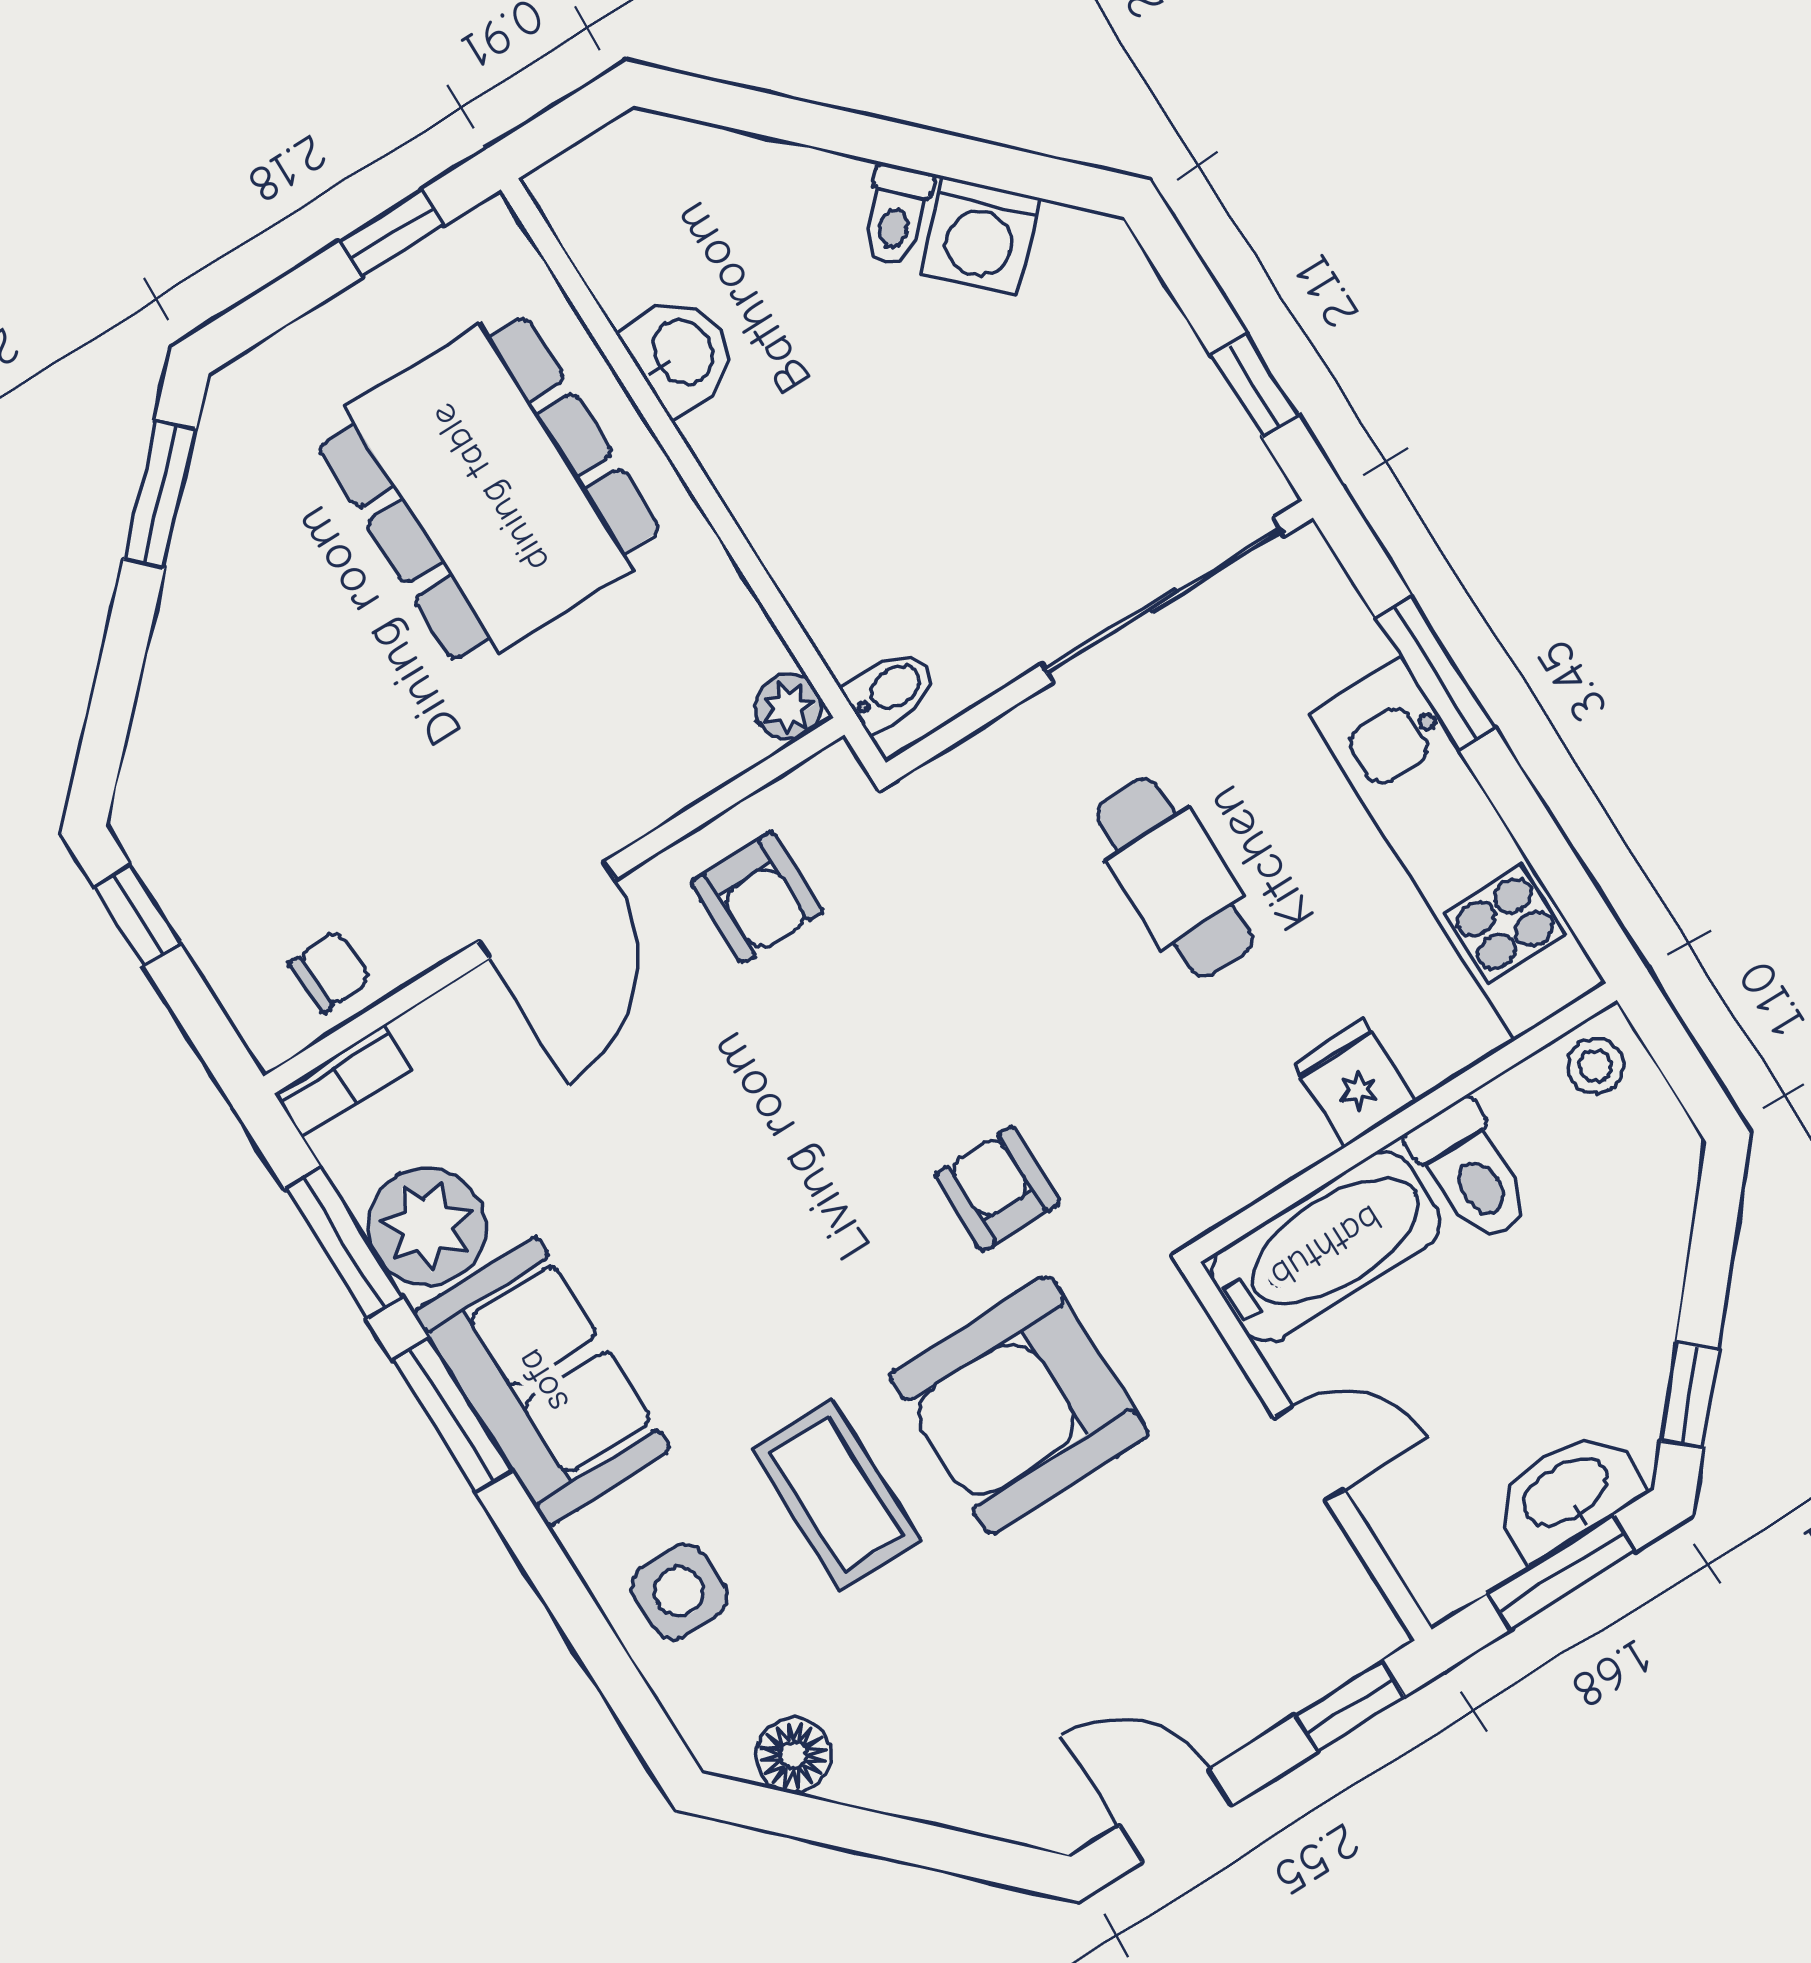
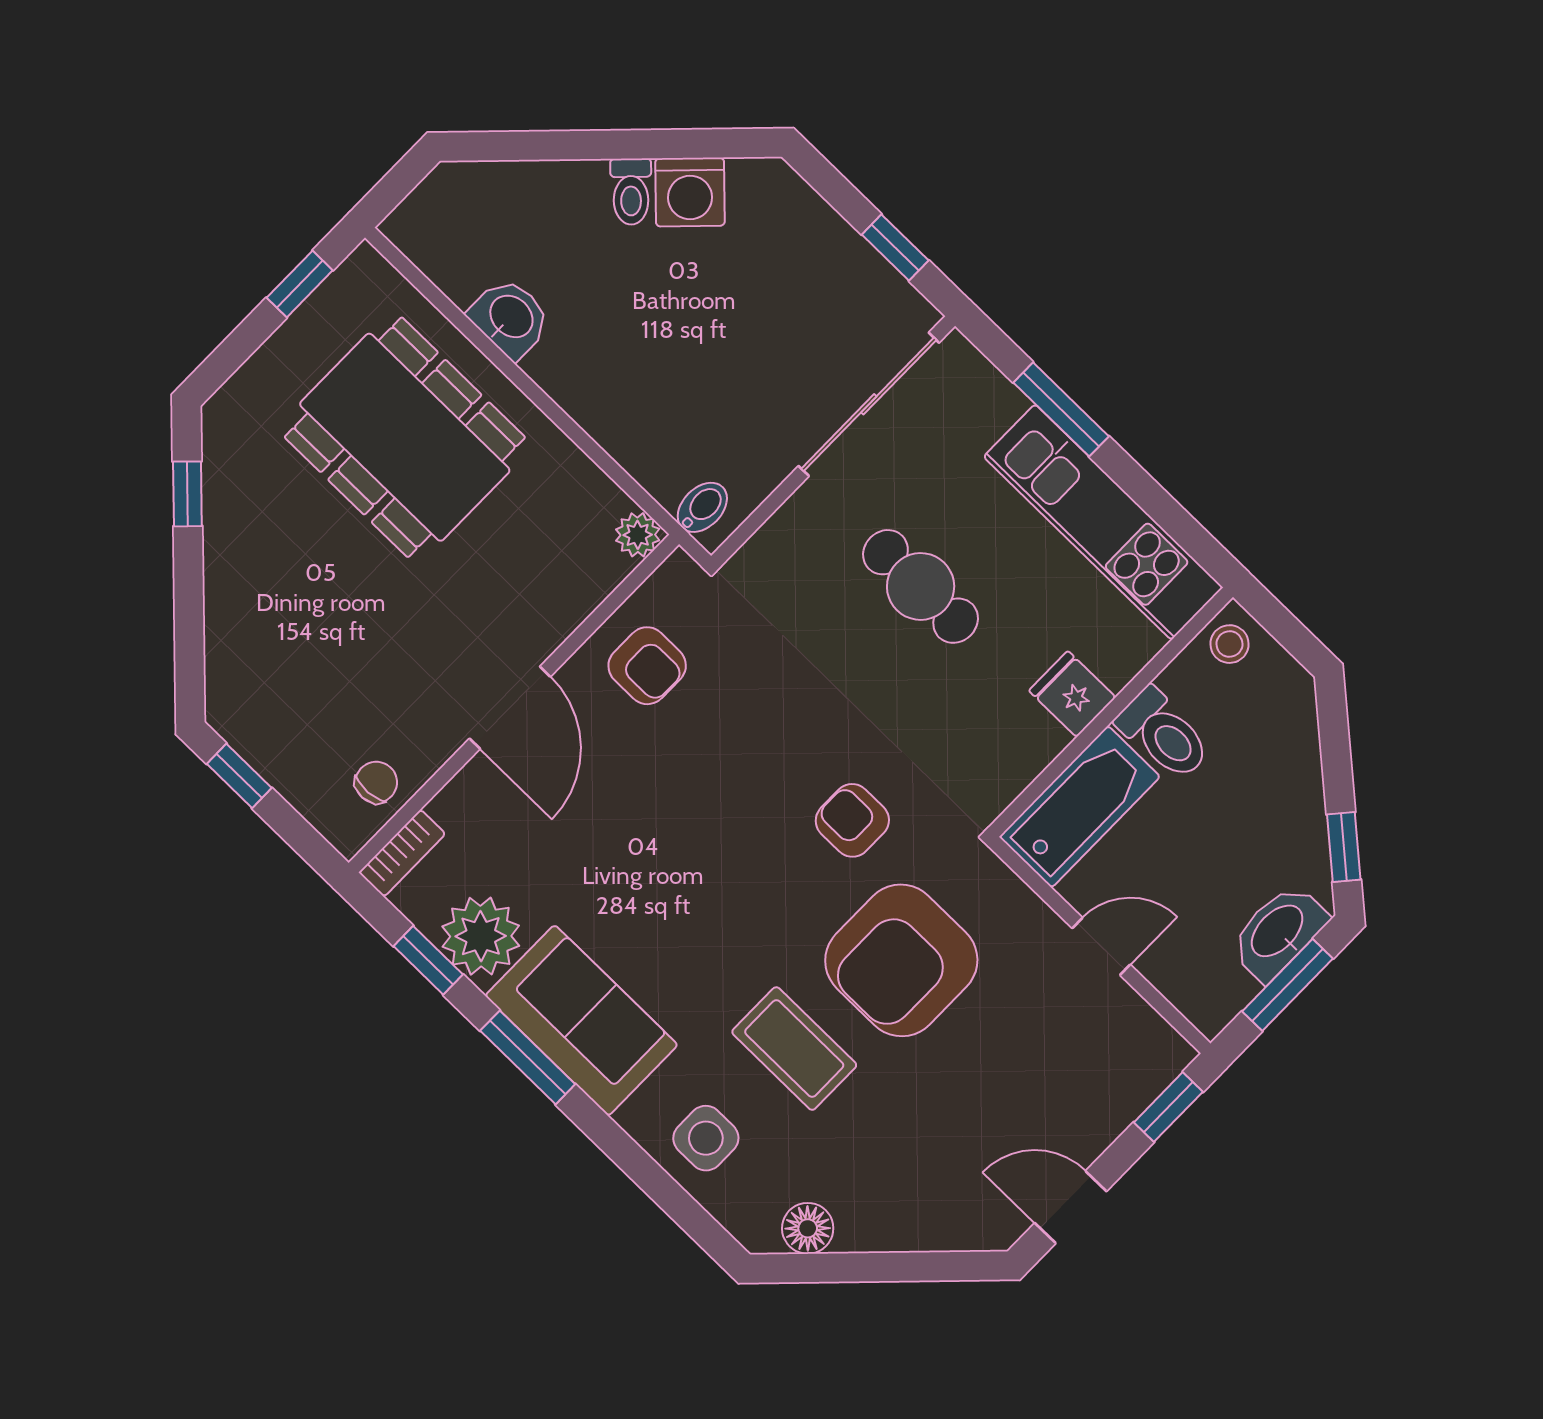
window: (160, 495) -> (187, 494), width x0.67
window: (344, 1243) -> (428, 960), width x0.67

